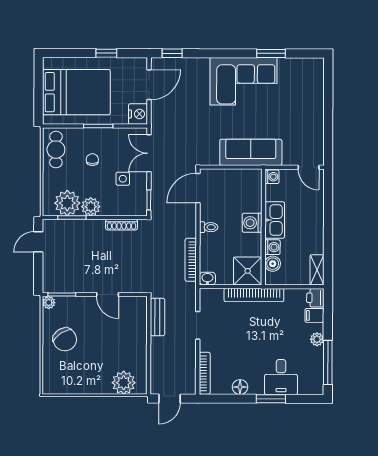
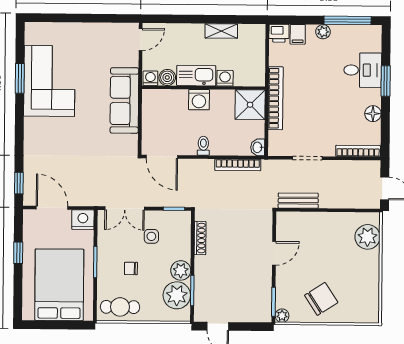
corner sofa: (243, 81) -> (49, 81), moved
boiler: (273, 264) -> (167, 77), moved
shelving: (317, 270) -> (221, 31), moved

